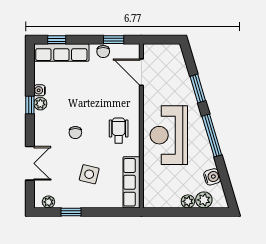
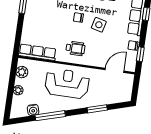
window: (212, 136) -> (50, 116), moved
side table: (89, 174) -> (99, 25), moved
plant: (204, 200) -> (22, 72), moved

